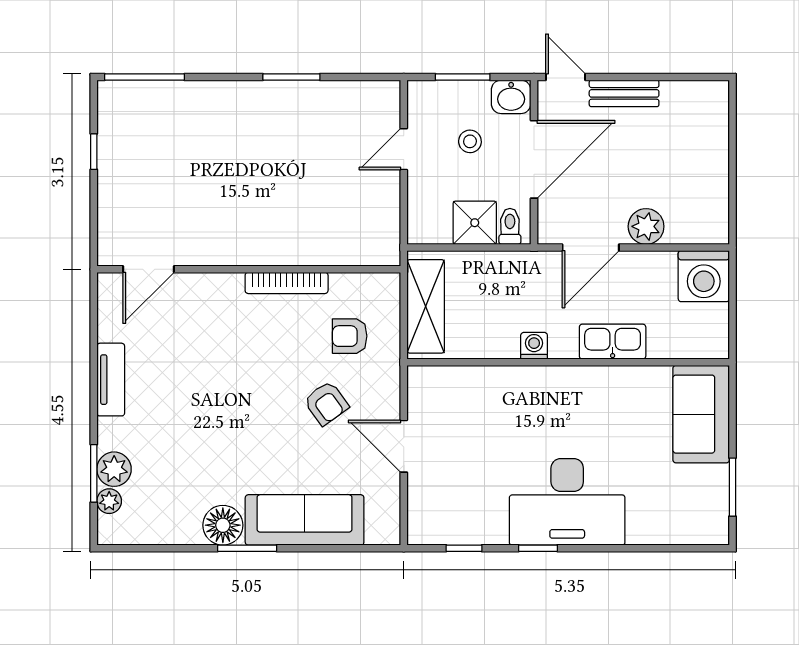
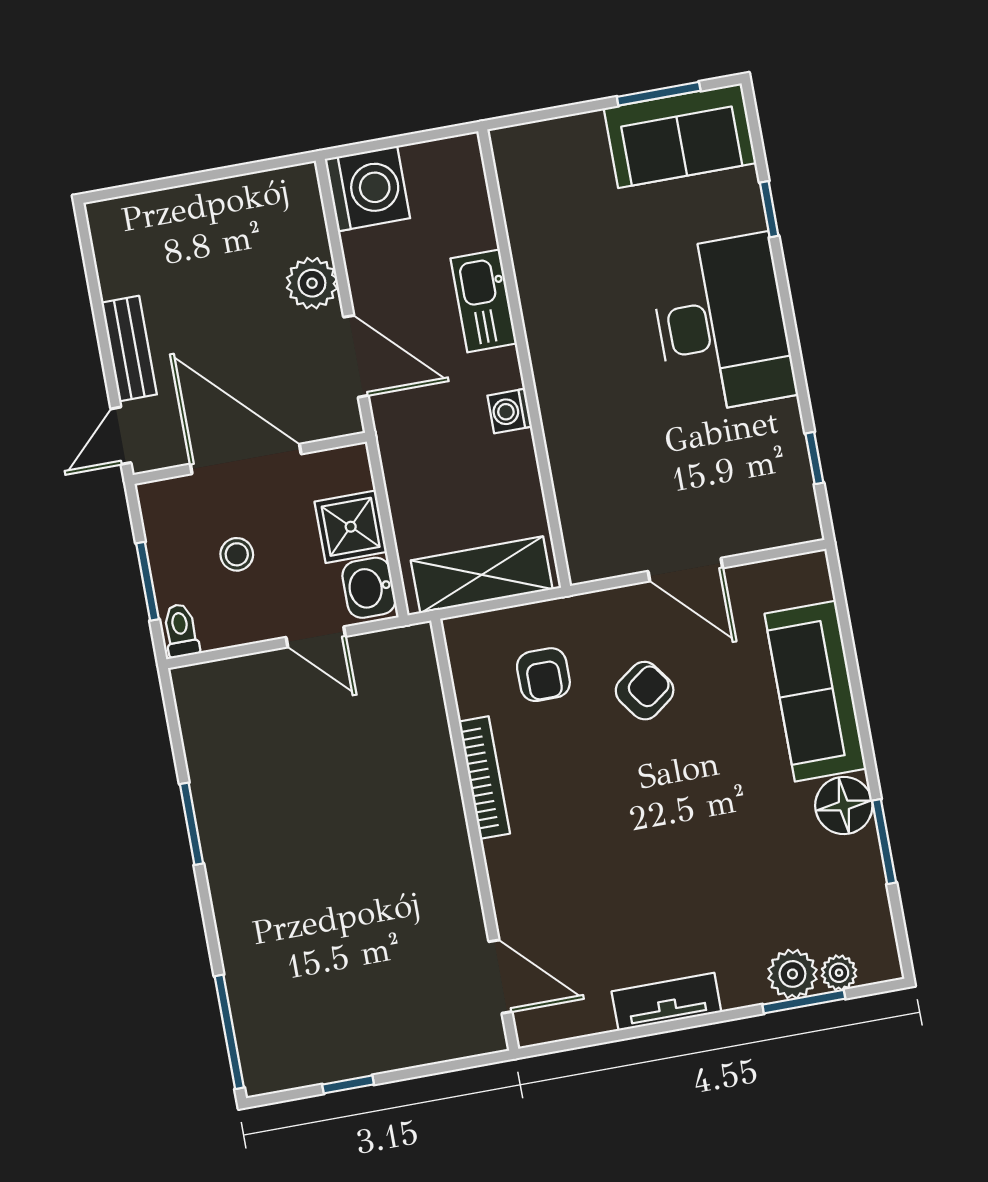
washbasin: (511, 97) -> (369, 588), moved, turned 180
door: (404, 149) -> (316, 637), moved
toilet: (510, 226) -> (181, 631), moved, turned 90
sofa: (701, 414) -> (680, 136), moved
door: (404, 446) -> (685, 570), hinge flipped
window: (247, 548) -> (884, 842), moved
window: (538, 548) -> (769, 209), moved

